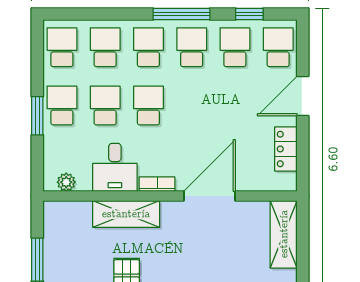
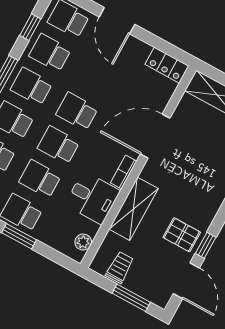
school desk: (192, 106) -> (77, 111), added
locker: (286, 149) -> (167, 65), moved
door: (209, 196) -> (155, 136), hinge flipped
trolley: (61, 232) -> (120, 268), added

